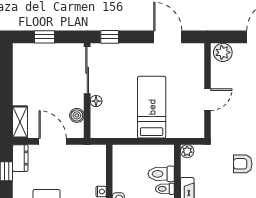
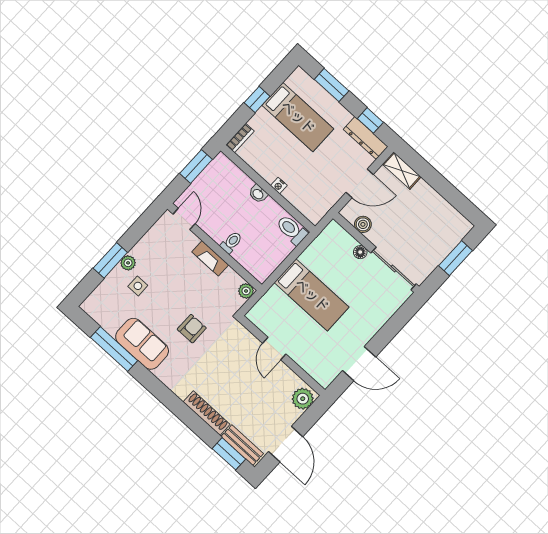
window: (45, 37) -> (456, 258), width x1.50
window: (110, 37) -> (405, 314), removed
dresser: (20, 158) -> (366, 138), width x1.44
toilet: (161, 174) -> (292, 230), moved, turned -90

